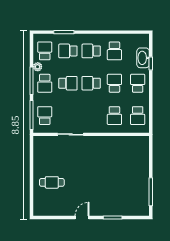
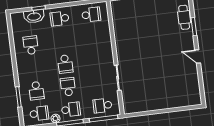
school desk: (45, 51) -> (39, 113), turned 180
school desk: (91, 51) -> (34, 68), removed
school desk: (114, 51) -> (31, 45), turned -90
school desk: (114, 83) -> (62, 41), removed
school desk: (114, 116) -> (94, 37), removed
cafe table: (52, 182) -> (184, 17), moved

